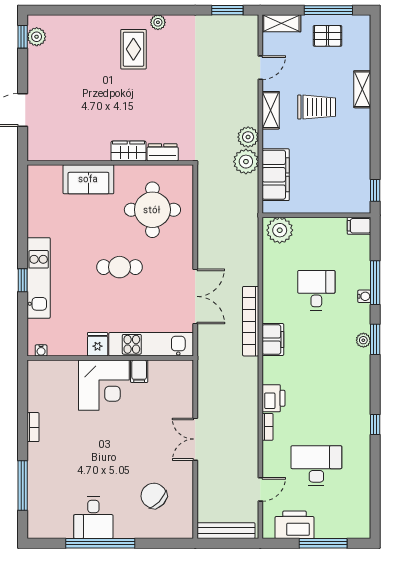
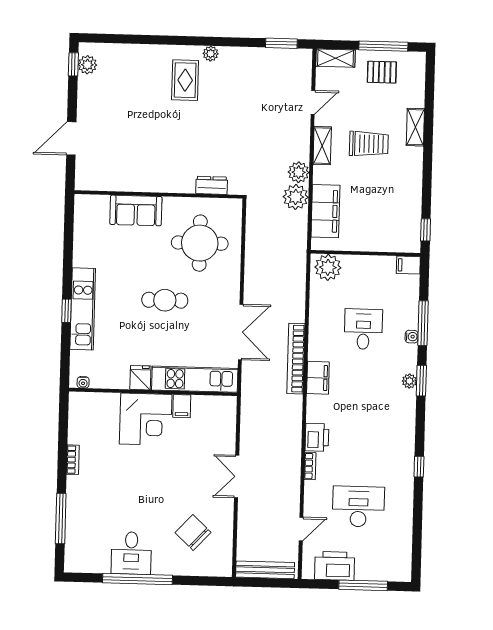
wardrobe: (128, 151) -> (177, 183), removed

